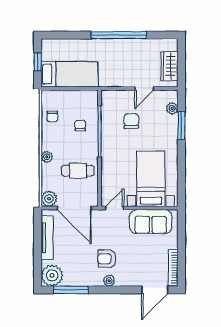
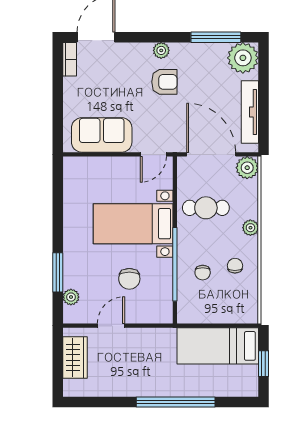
window: (119, 35) -> (176, 402), moved
chair: (52, 116) -> (235, 266), moved
bed with nightstands: (151, 179) -> (133, 224), moved, turned 90
bookcase: (173, 268) -> (70, 59), width x0.64

